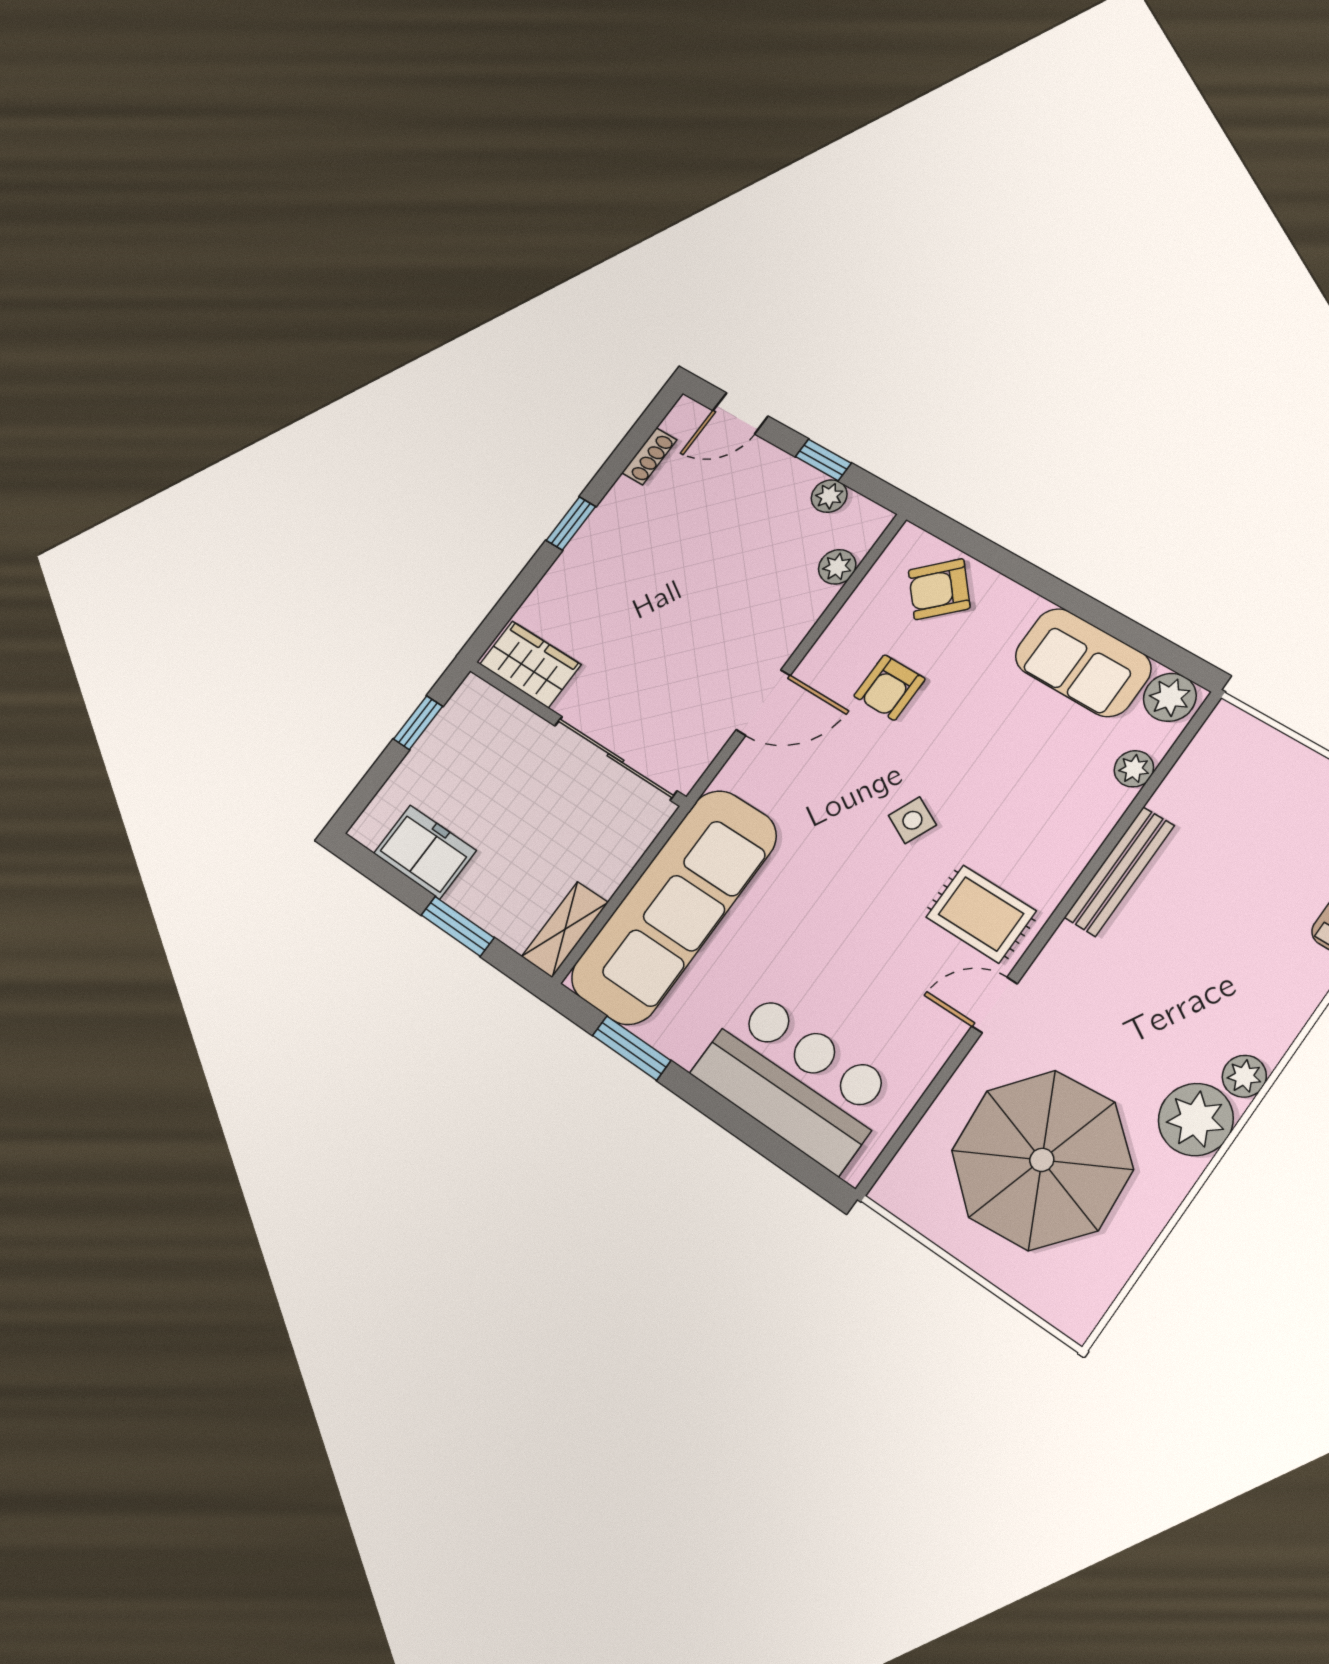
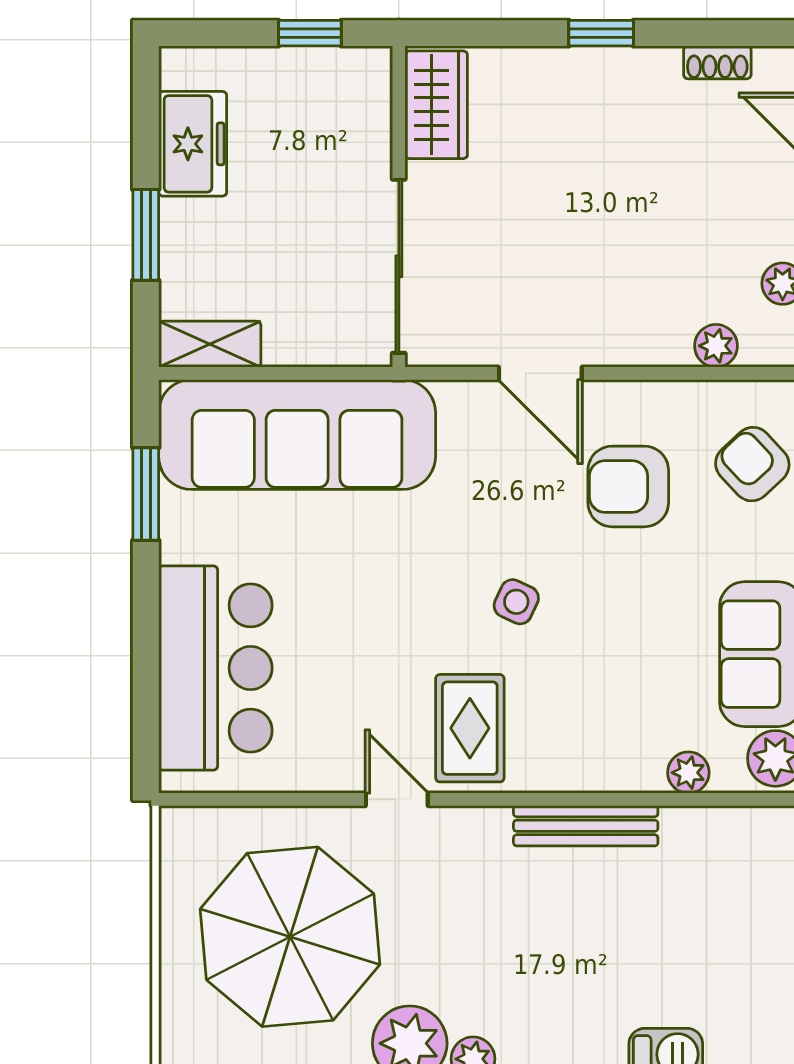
armchair: (889, 687) -> (628, 486), width x1.38, depth x1.38

